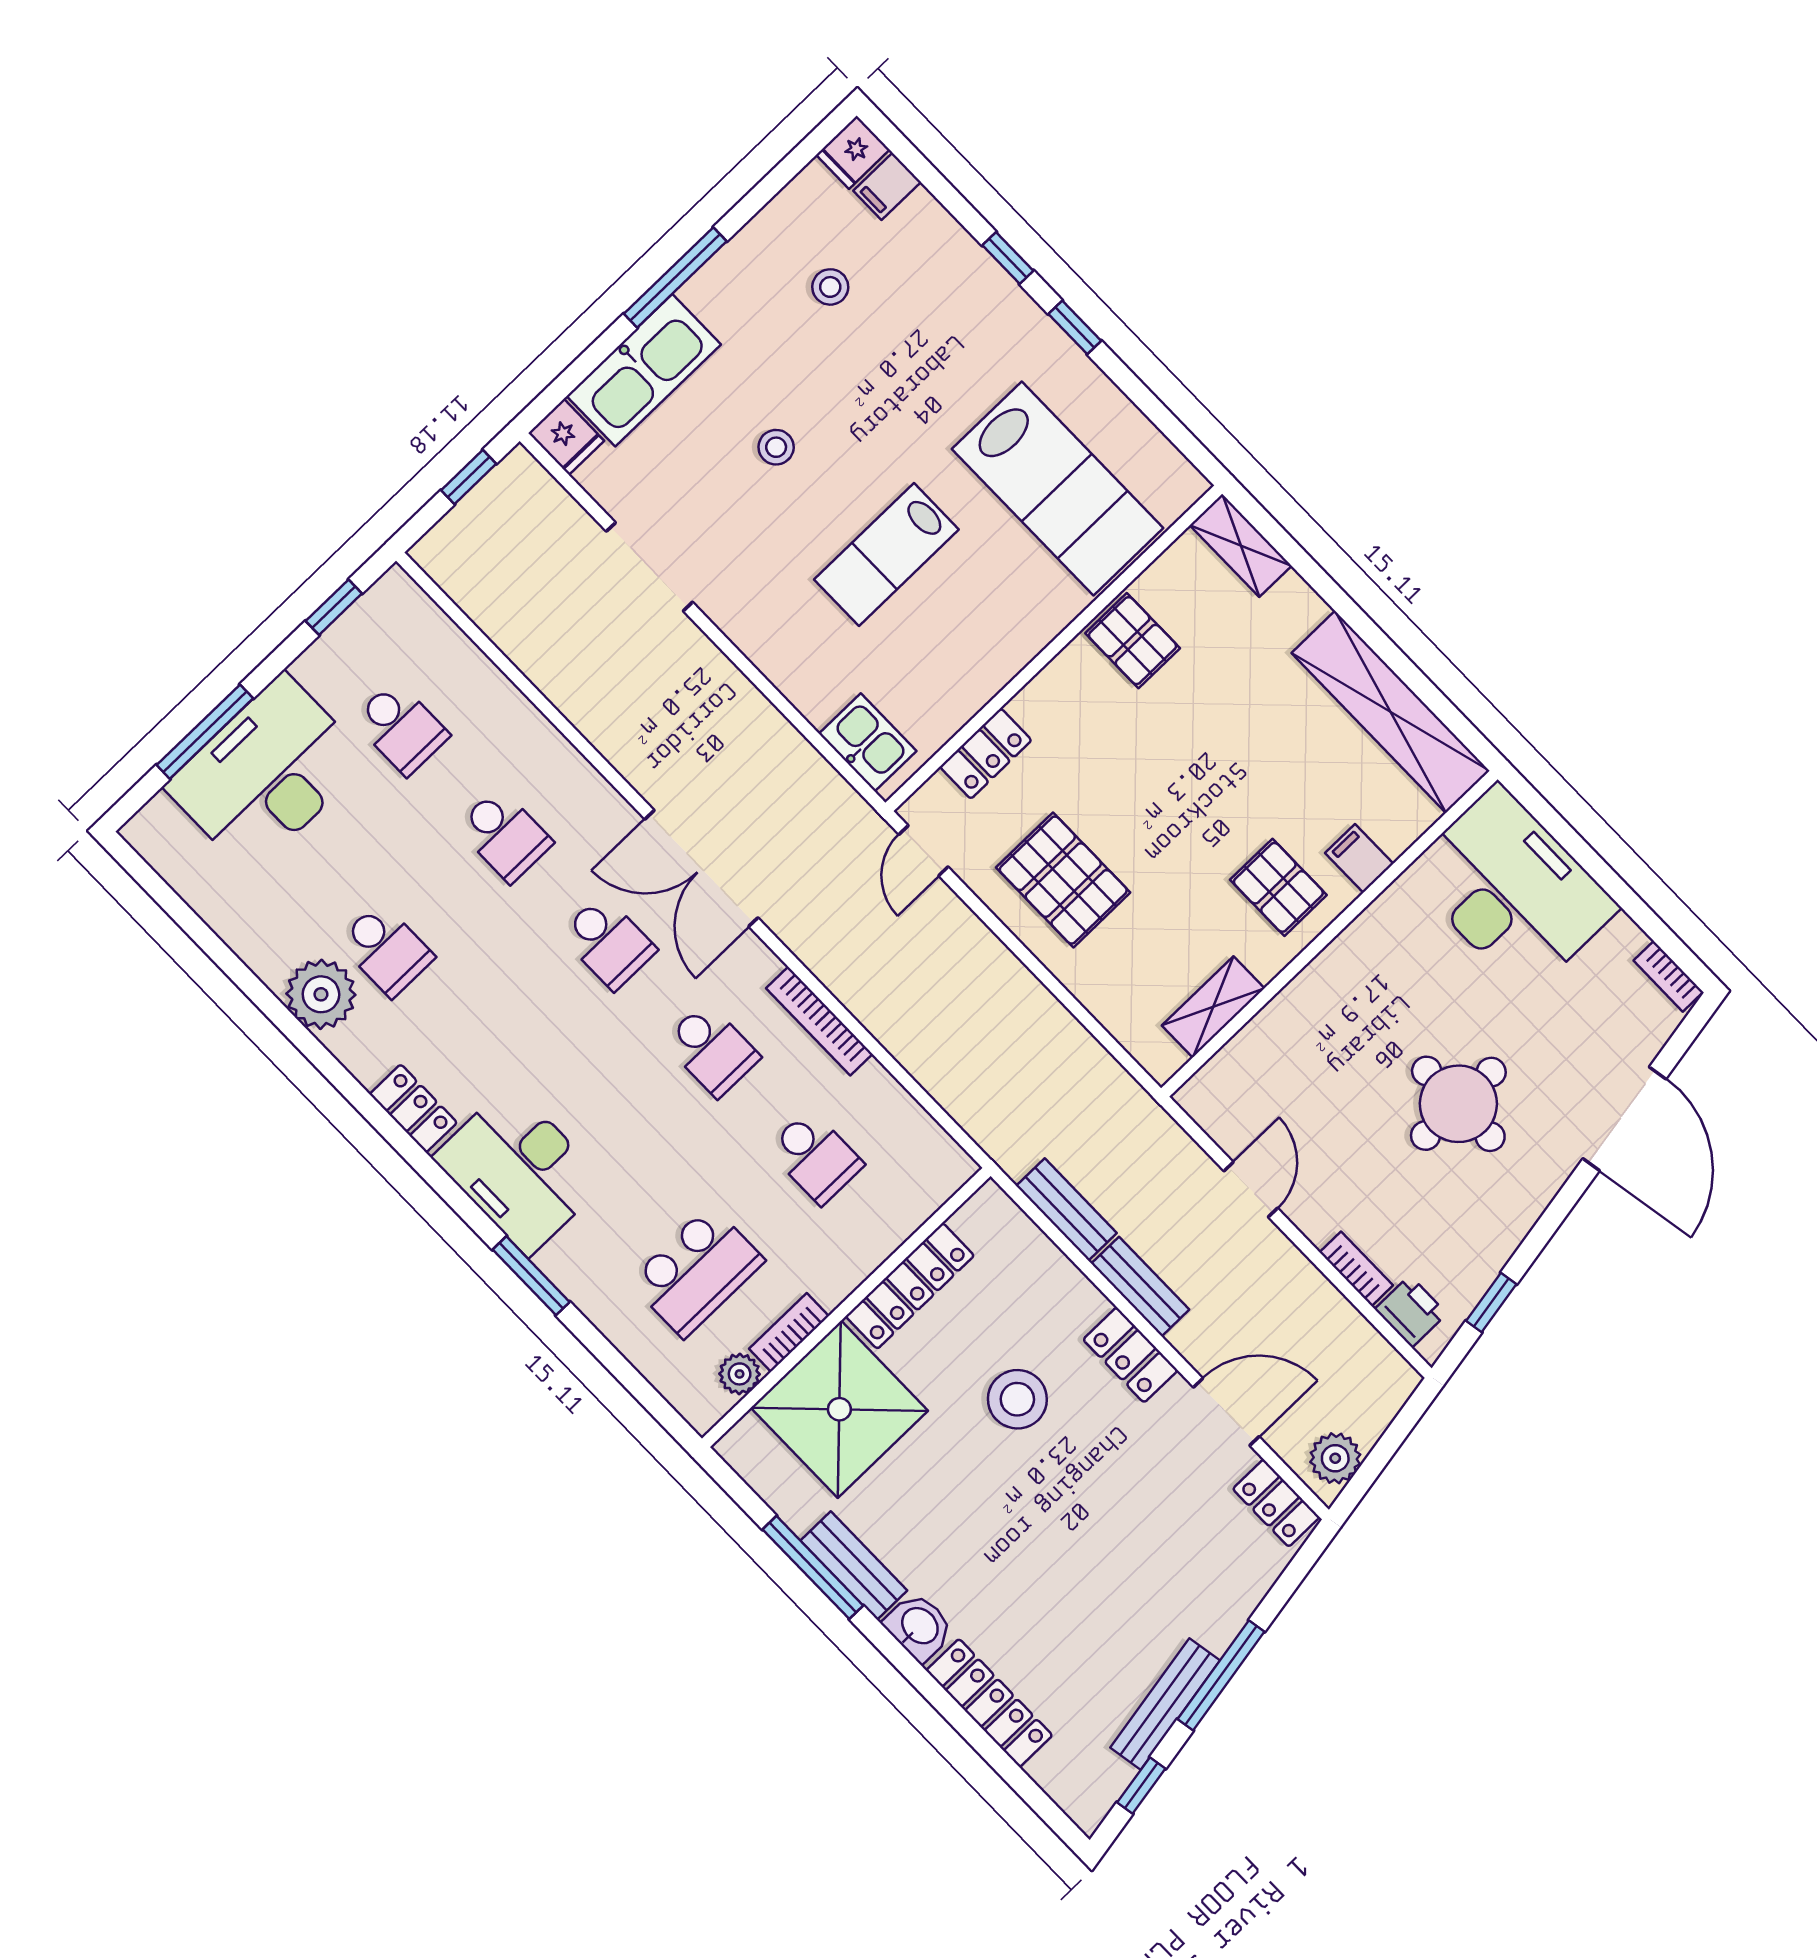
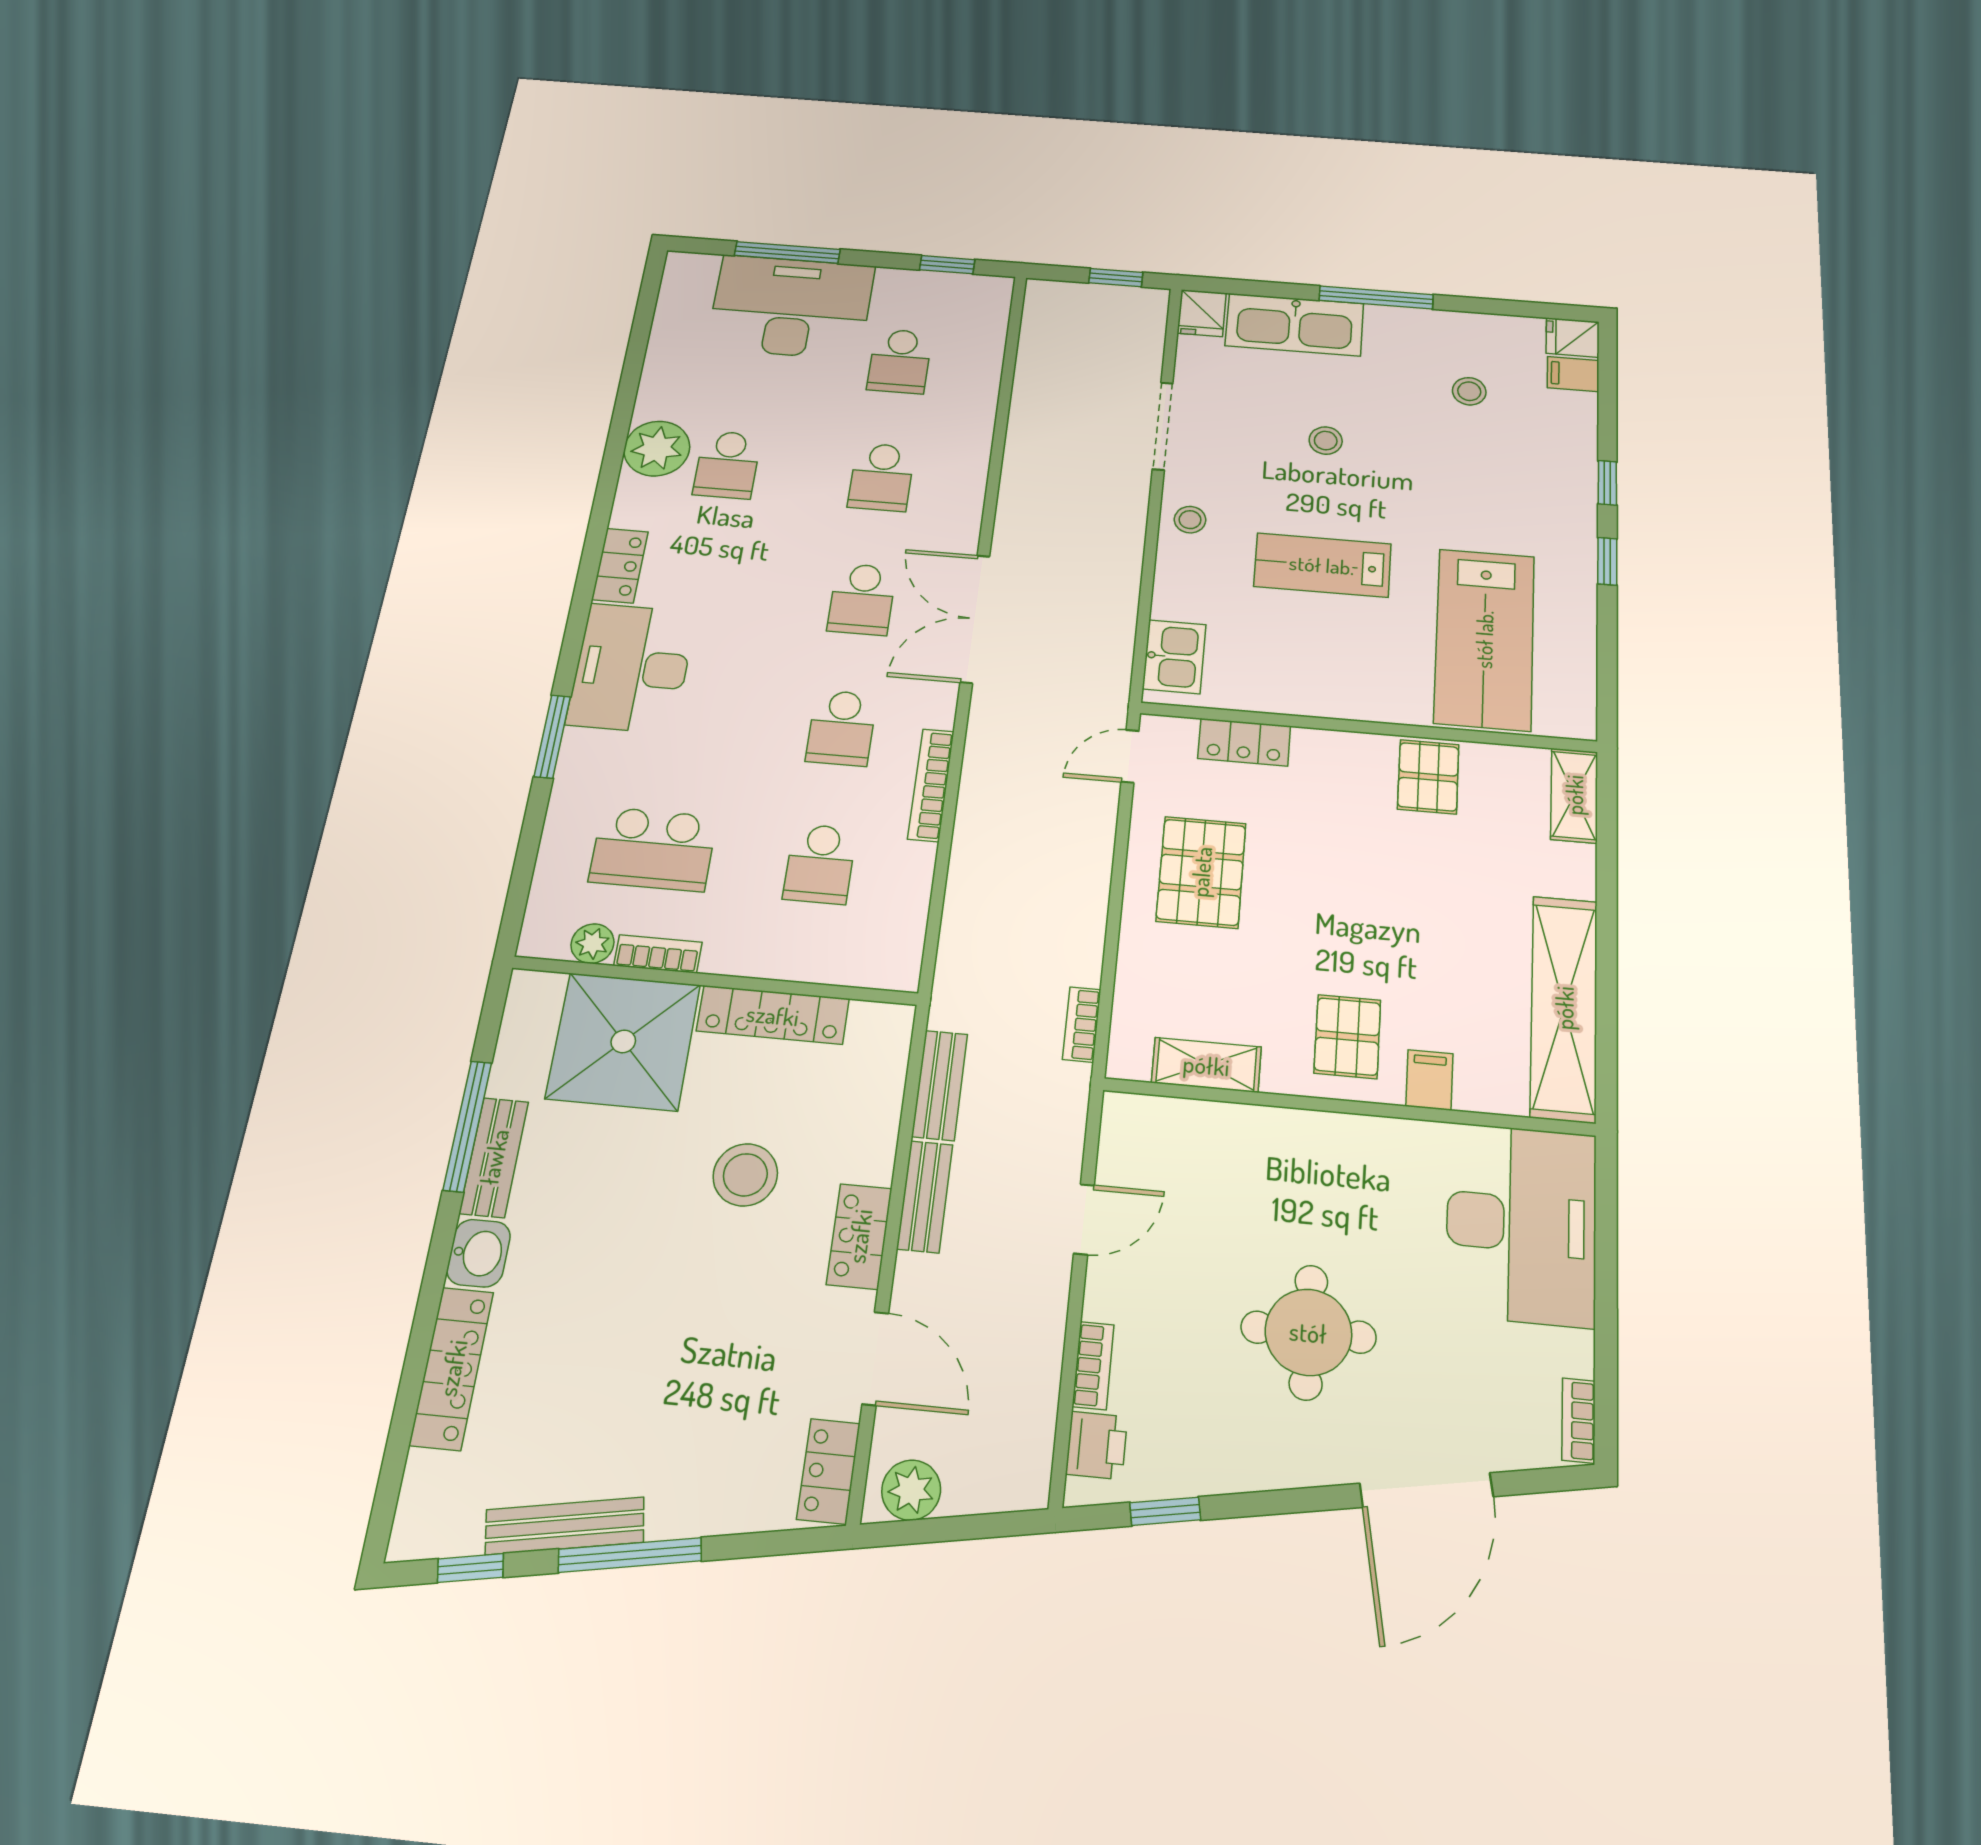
stool: (756, 622) -> (1190, 520), added
bookcase: (1107, 1070) -> (1082, 1024), added

